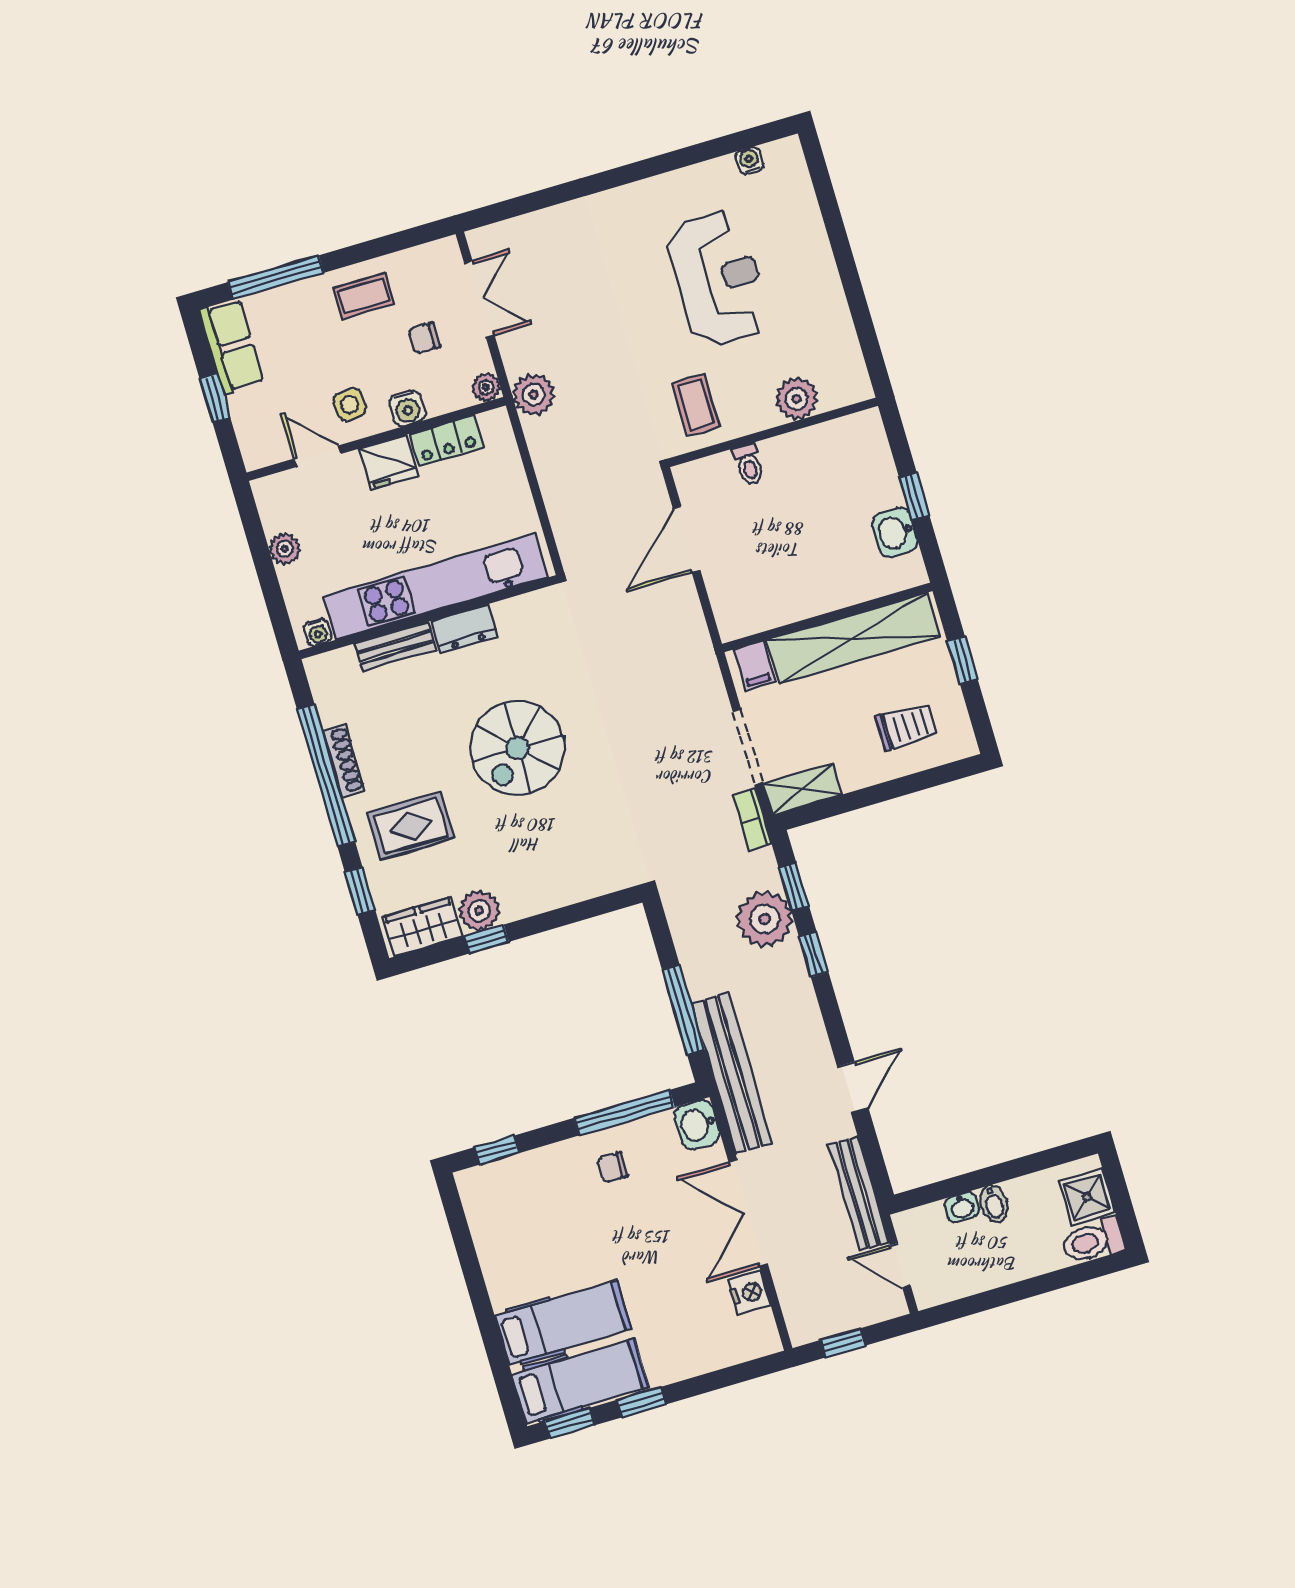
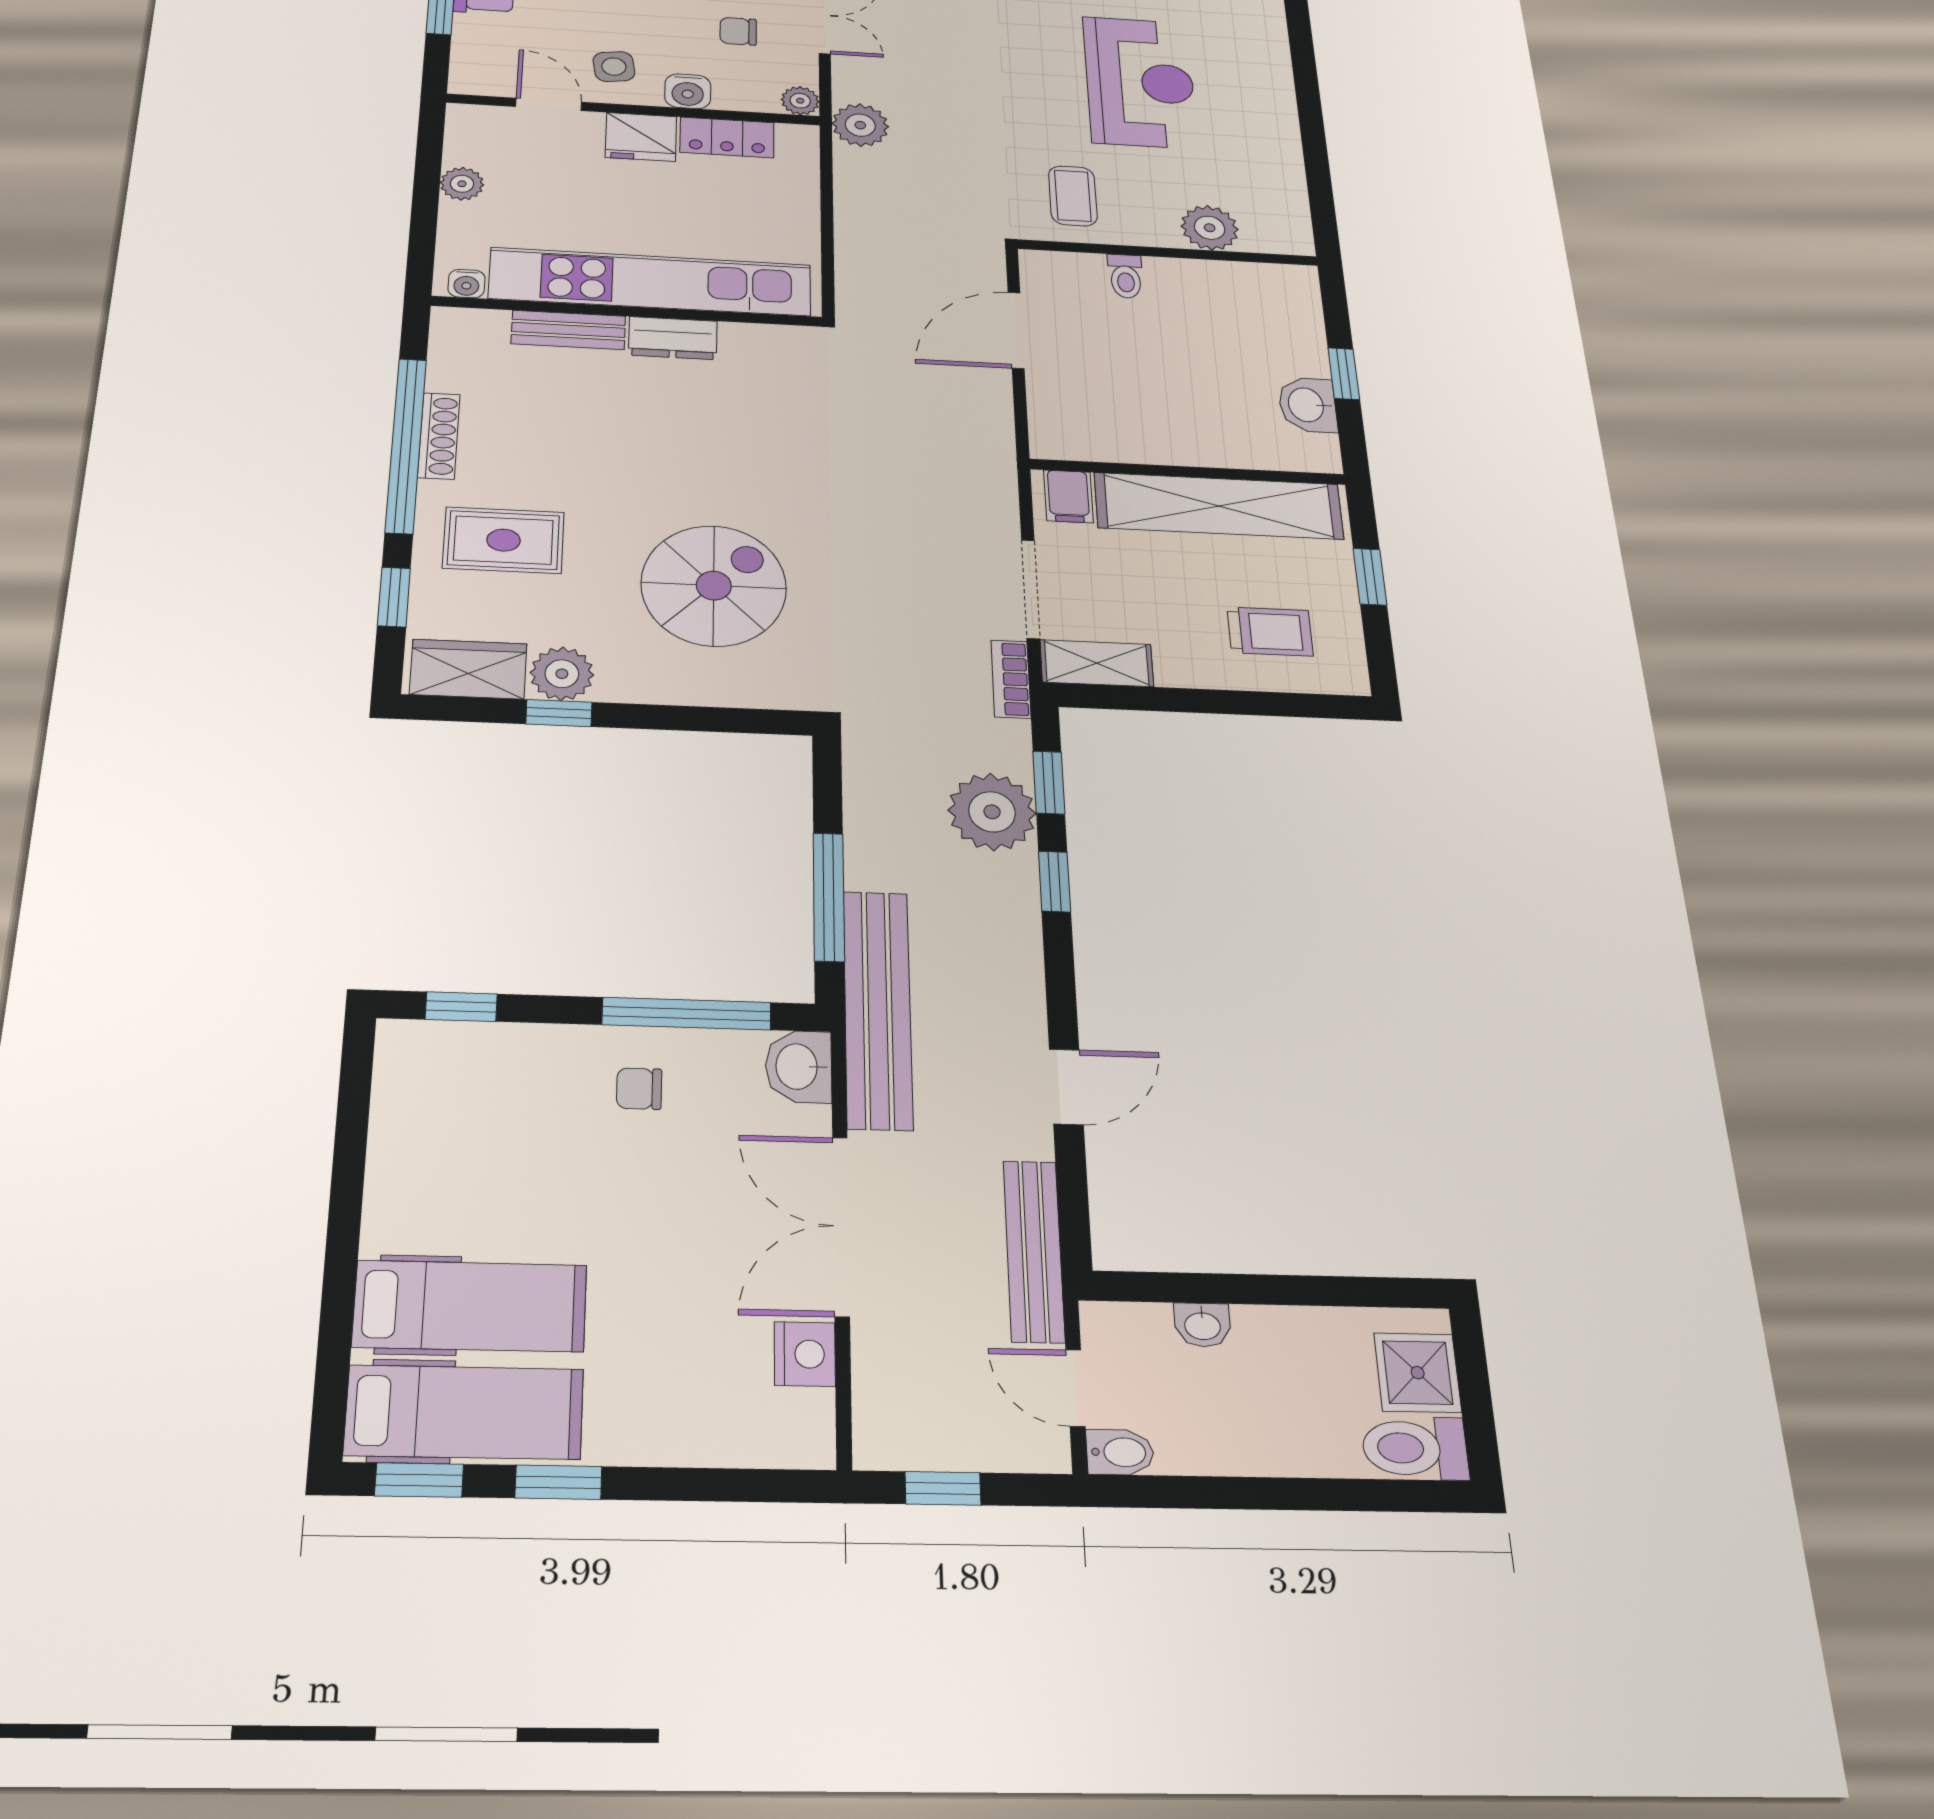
spiral stairs: (517, 748) -> (714, 586), moved, turned 180
bidet: (994, 1204) -> (1120, 1452), moved, turned -90

